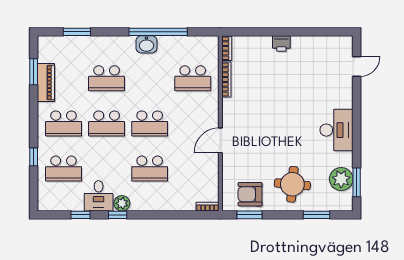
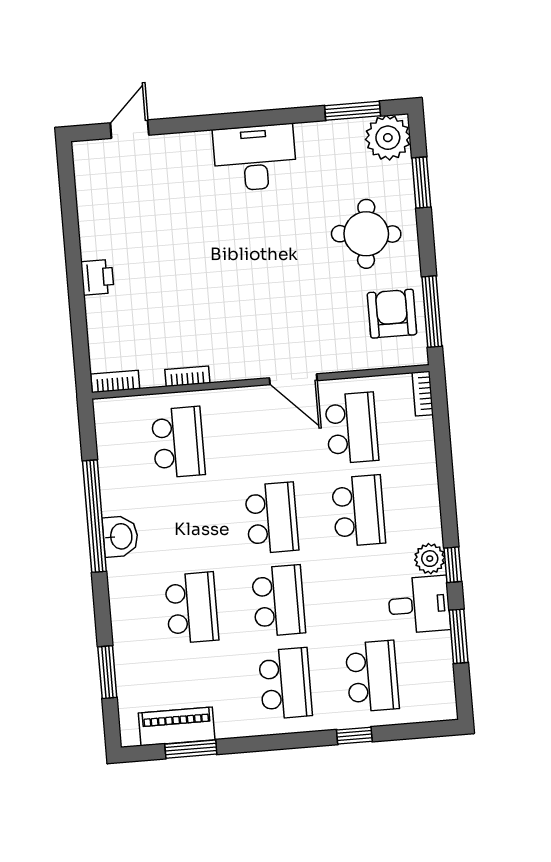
door: (357, 66) -> (130, 129), hinge flipped
bookcase: (226, 79) -> (187, 376), width x0.64
piano: (46, 83) -> (177, 726), moved
school desk: (193, 169) -> (352, 428), added
plant: (341, 179) -> (388, 138), moved
armchair: (250, 194) -> (392, 314), turned 180
window: (80, 215) -> (459, 636), width x1.50
window: (249, 215) -> (432, 312), width x1.44

